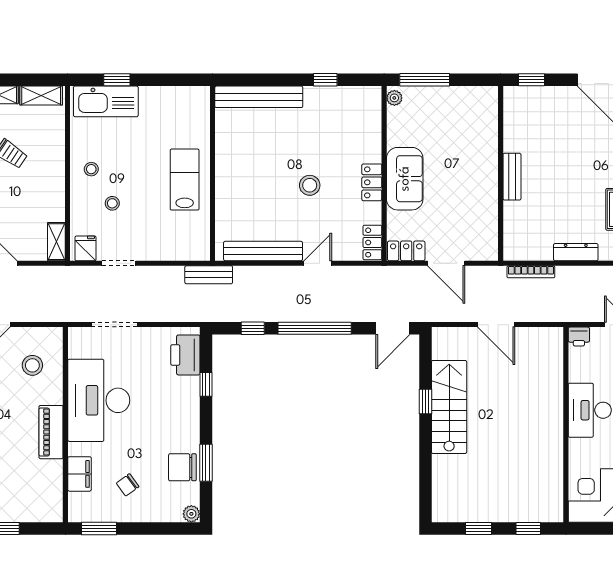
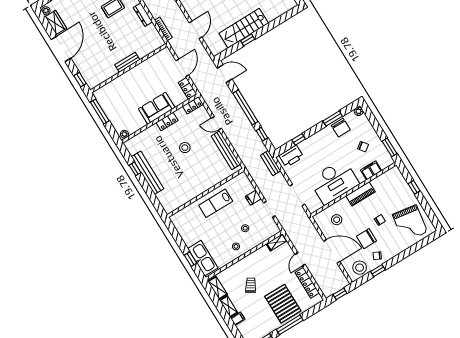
window: (425, 80) -> (100, 112), moved
bench: (259, 97) -> (147, 173), moved
fridge: (85, 248) -> (253, 198), moved
bench: (209, 275) -> (271, 163), moved

